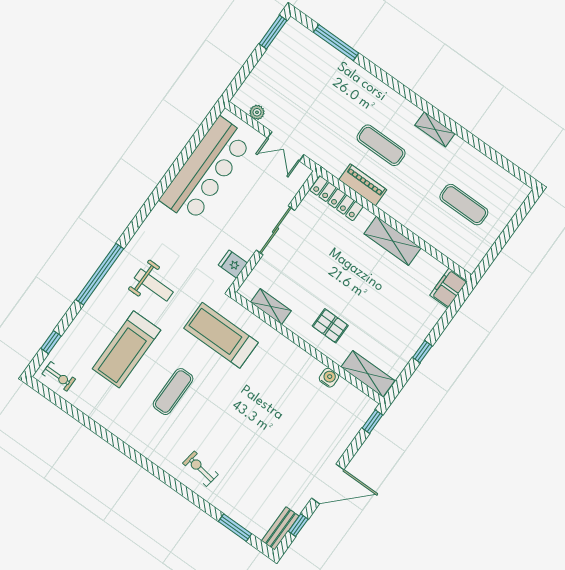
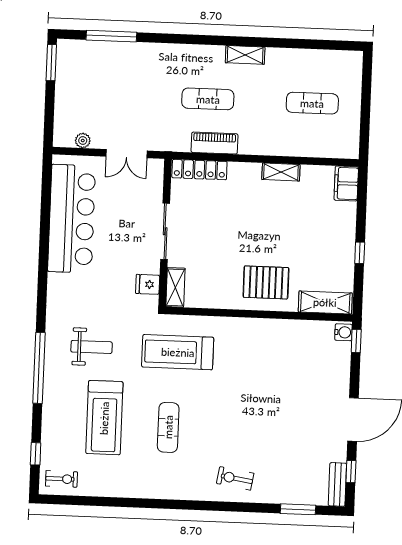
shelving: (392, 241) -> (281, 172), width x0.67, depth x0.75
shelving: (271, 306) -> (175, 287), moved, turned 90
pallet: (330, 326) -> (266, 282), width x1.50, depth x1.42
water cooler: (329, 378) -> (343, 332), moved, turned 90

